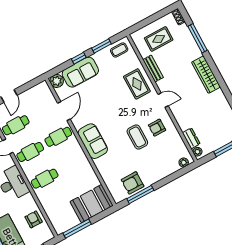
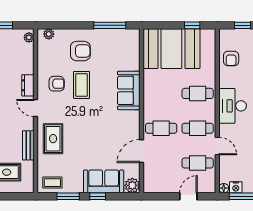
dresser: (191, 138) -> (28, 85), moved
sofa: (93, 141) -> (129, 90), moved
armchair: (133, 183) -> (80, 51), moved
booth: (92, 204) -> (171, 49), width x1.36, depth x1.42
window: (77, 229) -> (192, 25), width x0.46

